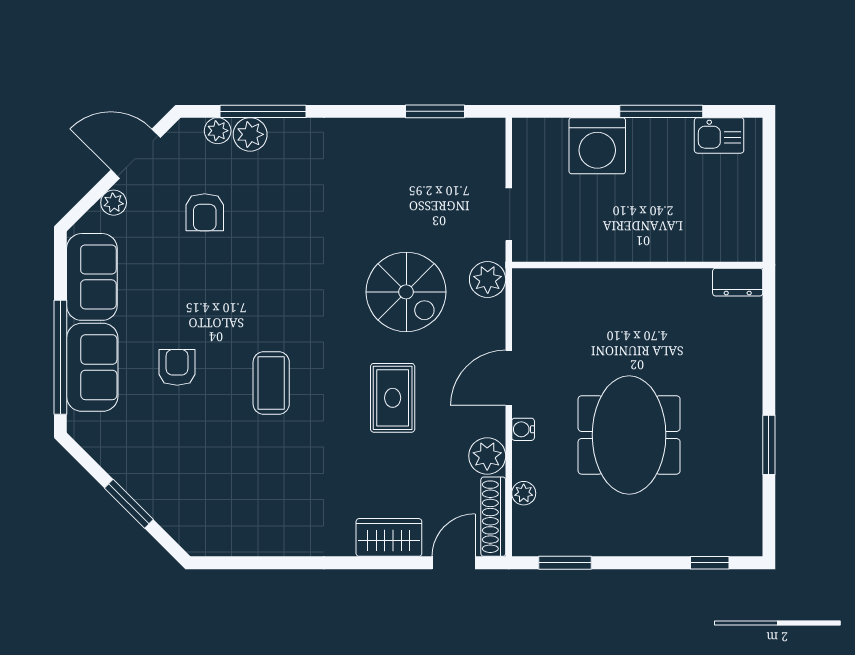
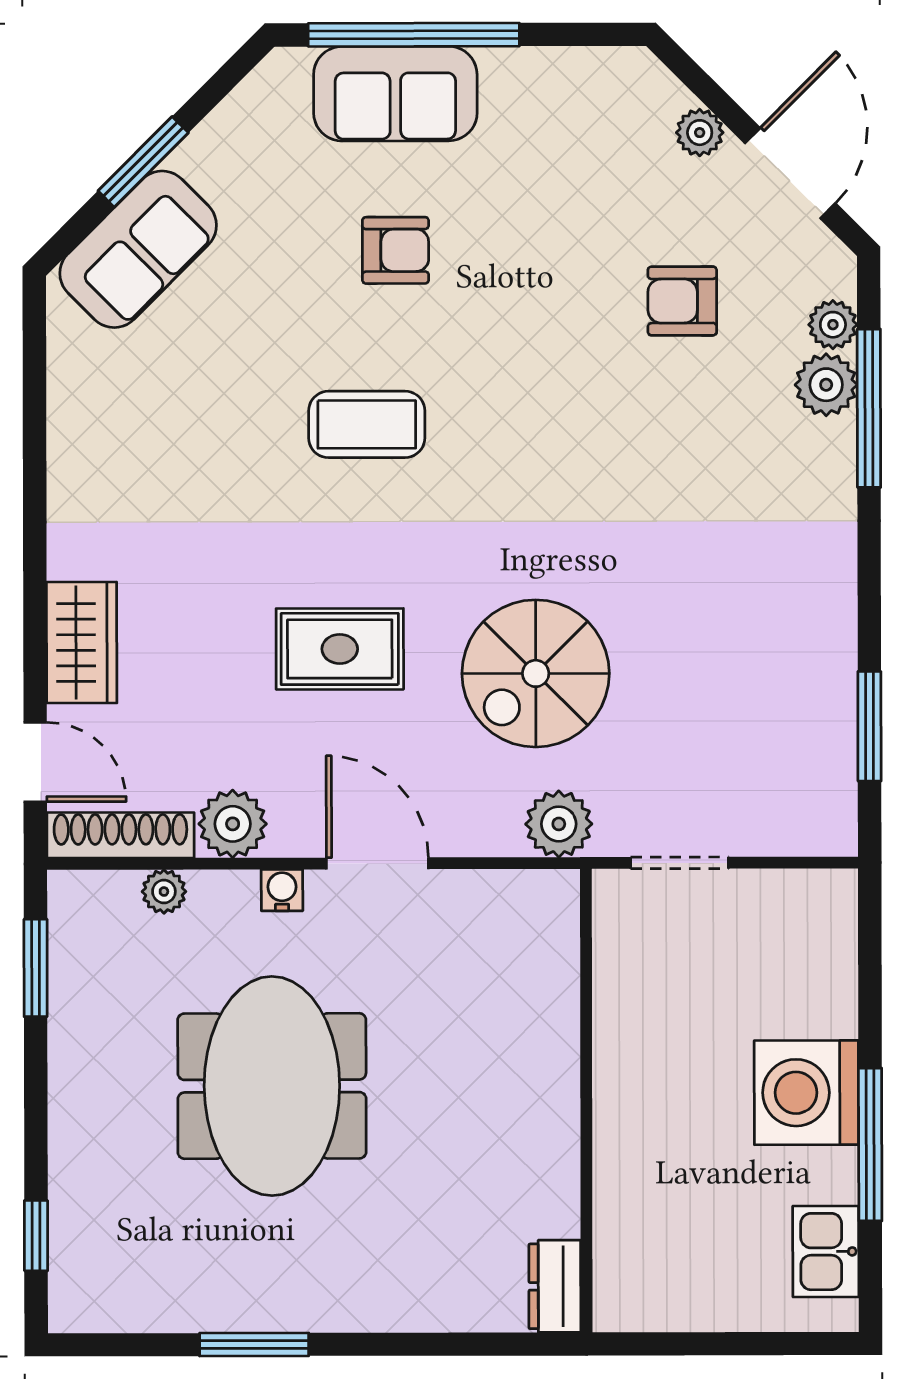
washing machine: (597, 146) -> (806, 1093), moved
sofa: (92, 277) -> (138, 249), moved, turned -45
meeting table: (629, 435) -> (272, 1086), turned 90

